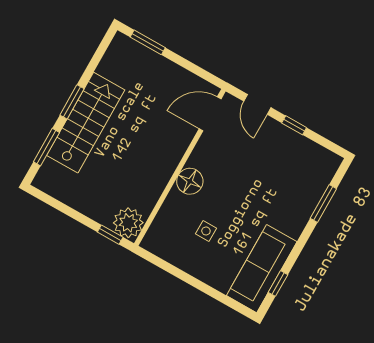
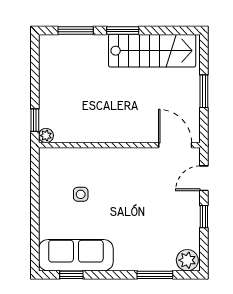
window: (148, 42) -> (204, 91), moved
stairs: (86, 123) -> (152, 51), moved
plant: (327, 165) -> (187, 260), added
floor lamp: (190, 181) -> (113, 159), removed
plant: (128, 223) -> (46, 136), width x0.53, depth x0.53

